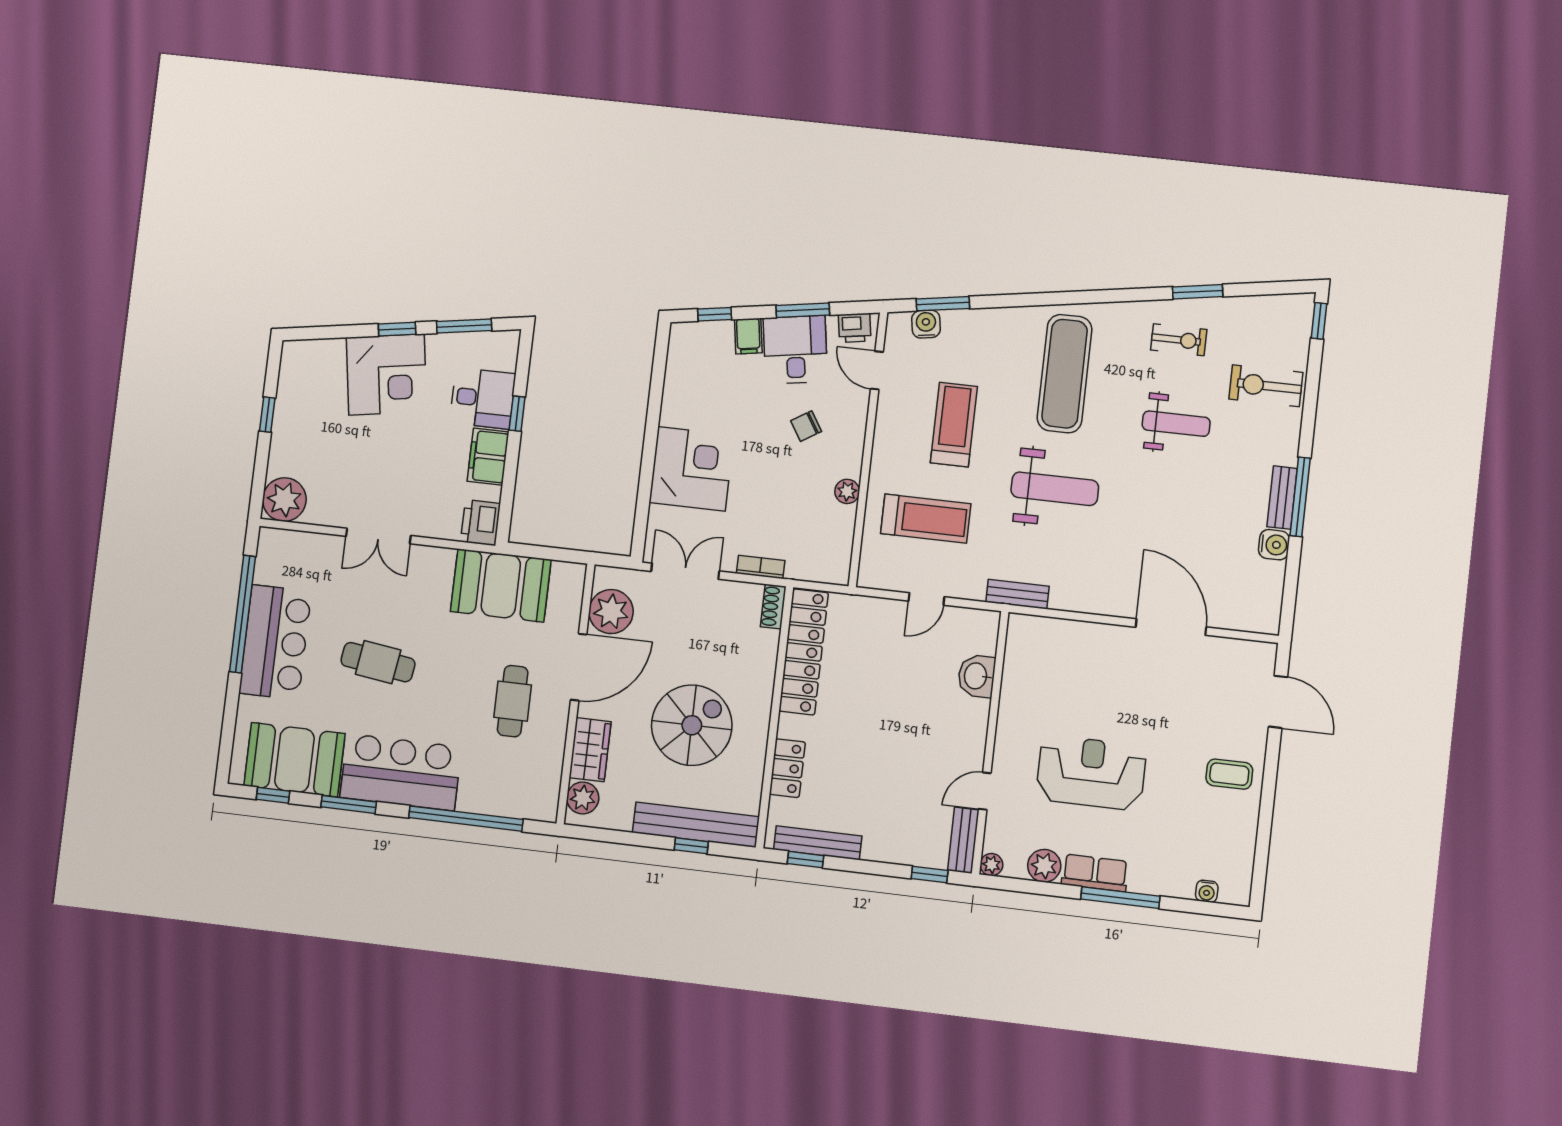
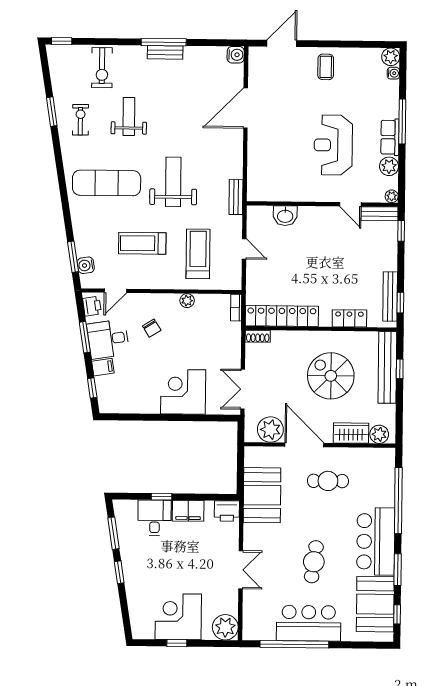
corner desk: (386, 374) -> (178, 617), moved, turned -81
water cooler: (1274, 545) -> (236, 55), moved, turned 90
bookcase: (761, 567) -> (236, 308), moved
plant: (1236, 890) -> (391, 57), added

